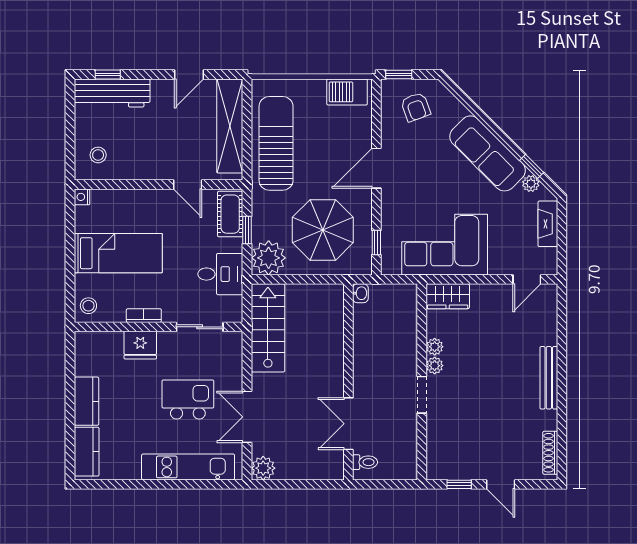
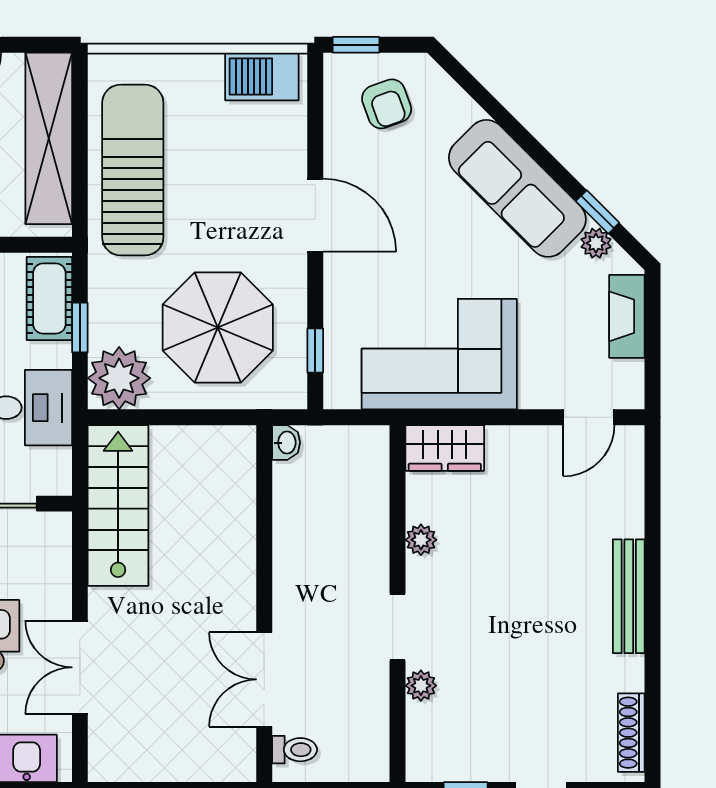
door: (376, 168) -> (315, 215), swing flipped
plant: (435, 366) -> (421, 686), moved
plant: (263, 468) -> (109, 760), removed

